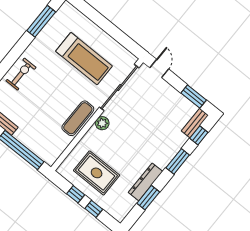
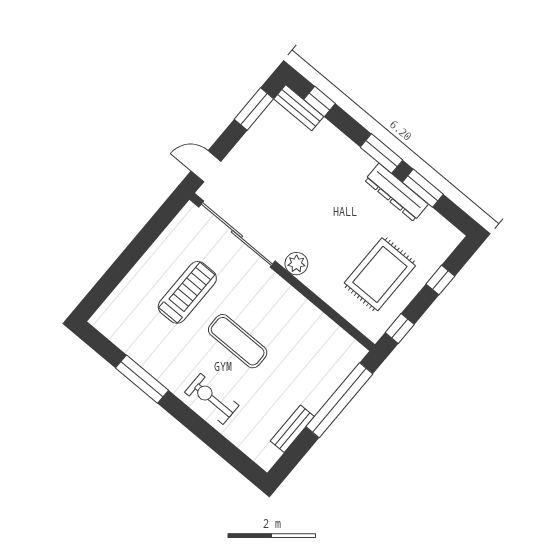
window: (41, 21) -> (142, 379), moved
treadmill: (84, 59) -> (187, 292), width x0.73, depth x0.73
exercise mat: (78, 118) -> (238, 341), moved
window: (178, 161) -> (382, 154), moved
window: (76, 194) -> (400, 328), moved

